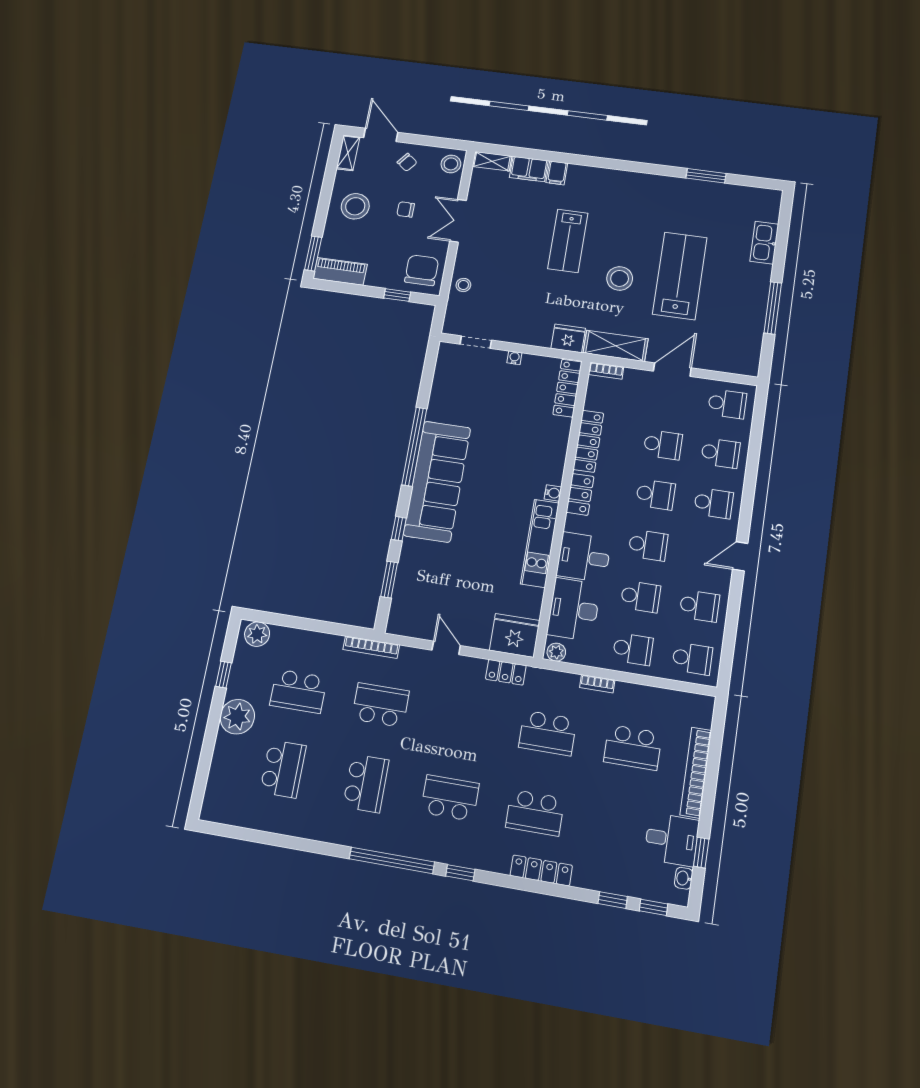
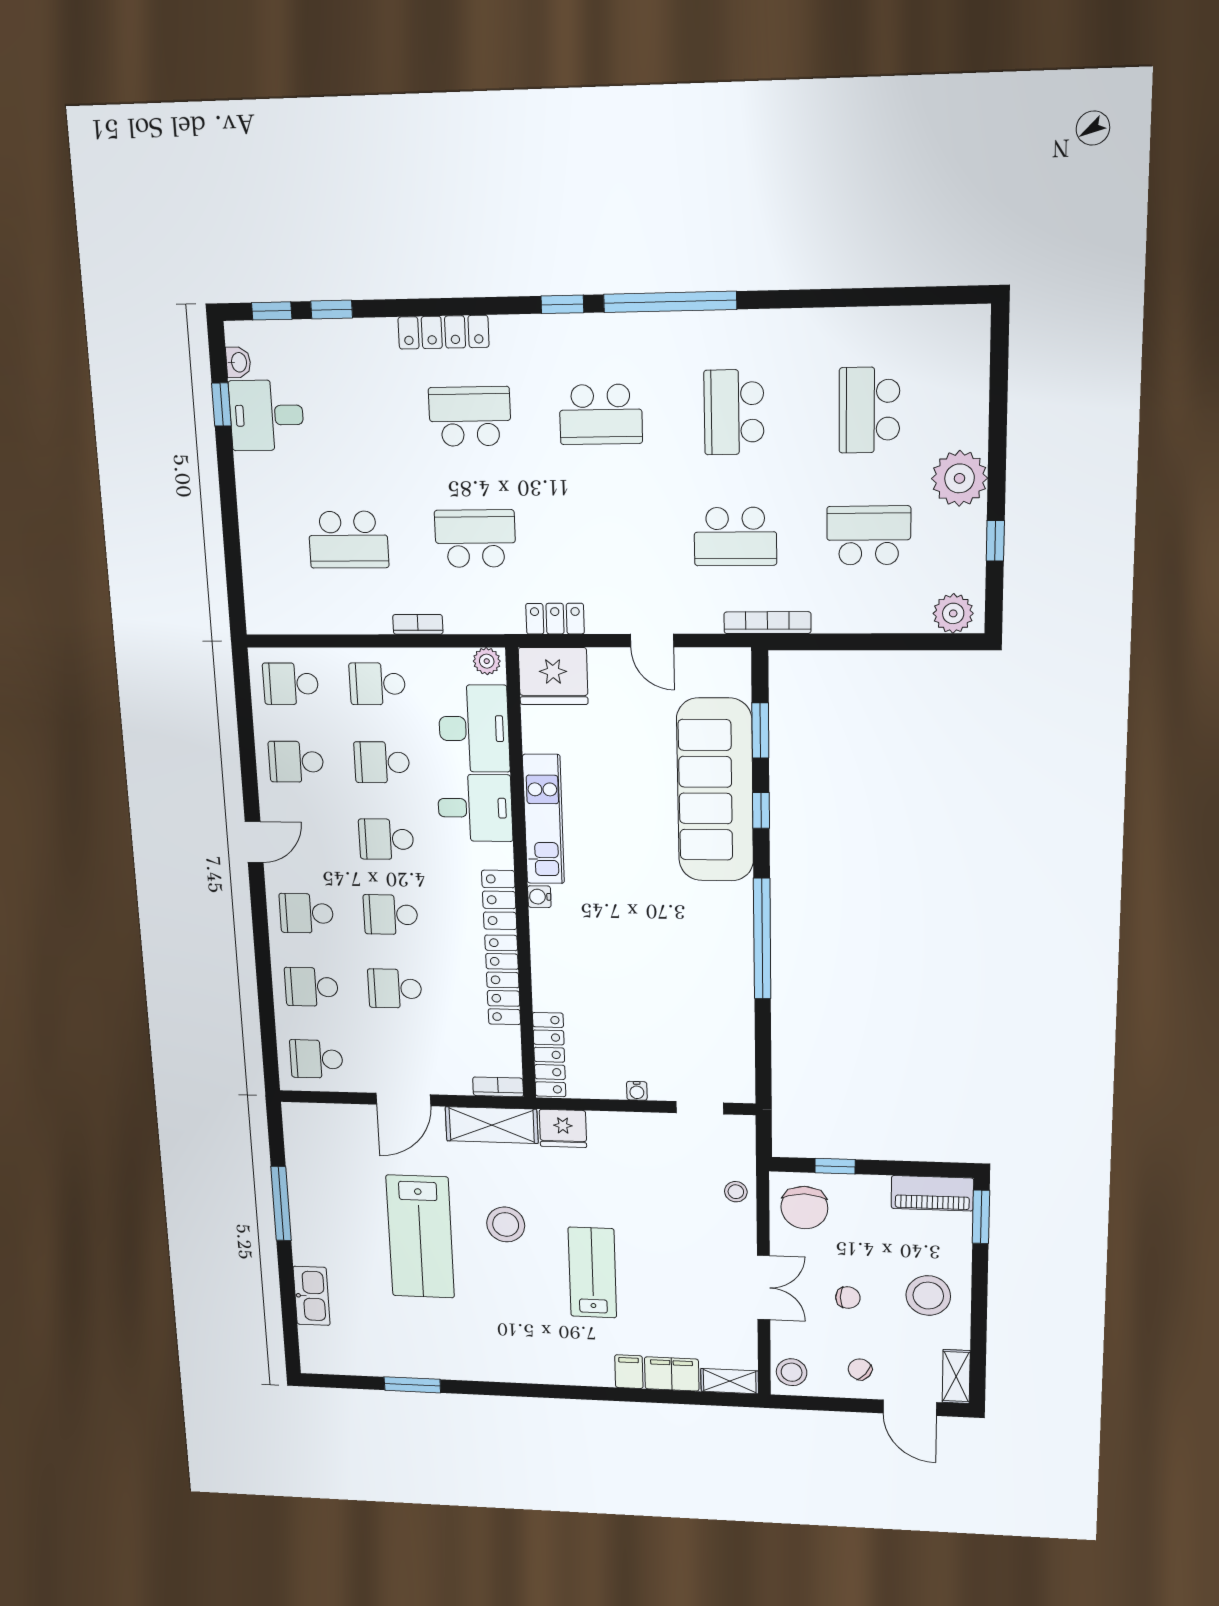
sofa: (437, 481) -> (715, 790), moved
school desk: (633, 747) -> (348, 540), turned 180
bookcase: (696, 772) -> (252, 519), removed

